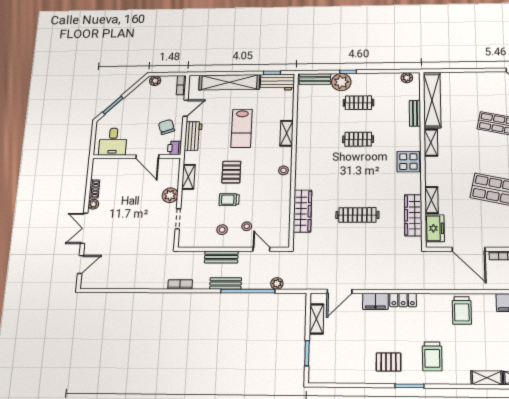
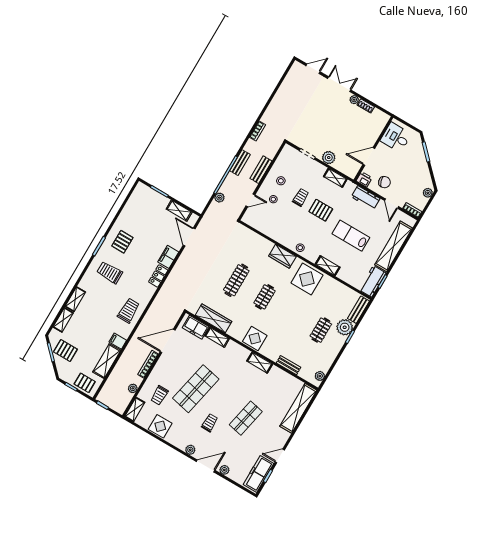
shelving: (432, 100) -> (298, 408), moved, turned 90
clothes rail: (358, 139) -> (265, 297), moved
display table: (313, 145) -> (307, 279), added
wardrobe: (302, 211) -> (282, 256), moved, width x0.67
door: (80, 265) -> (313, 69), swing flipped
trolley: (462, 310) -> (129, 311), turned 90

